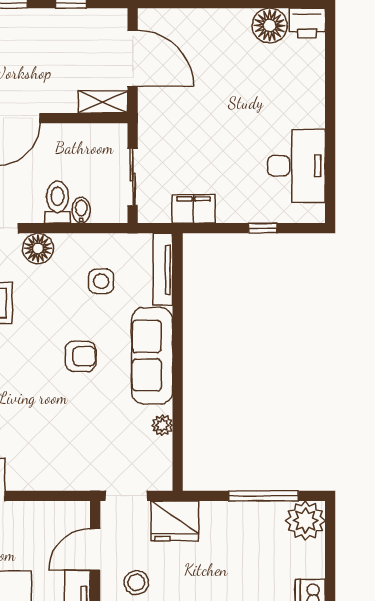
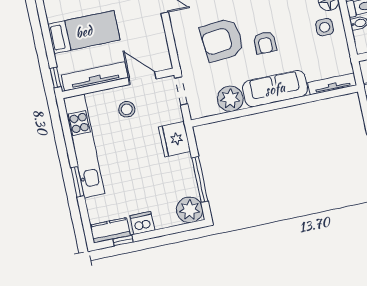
side table: (101, 281) -> (325, 27), moved
armchair: (63, 419) -> (222, 40), added
plant: (162, 425) -> (230, 99), width x1.88, depth x1.88
fridge: (175, 521) -> (175, 139), moved

